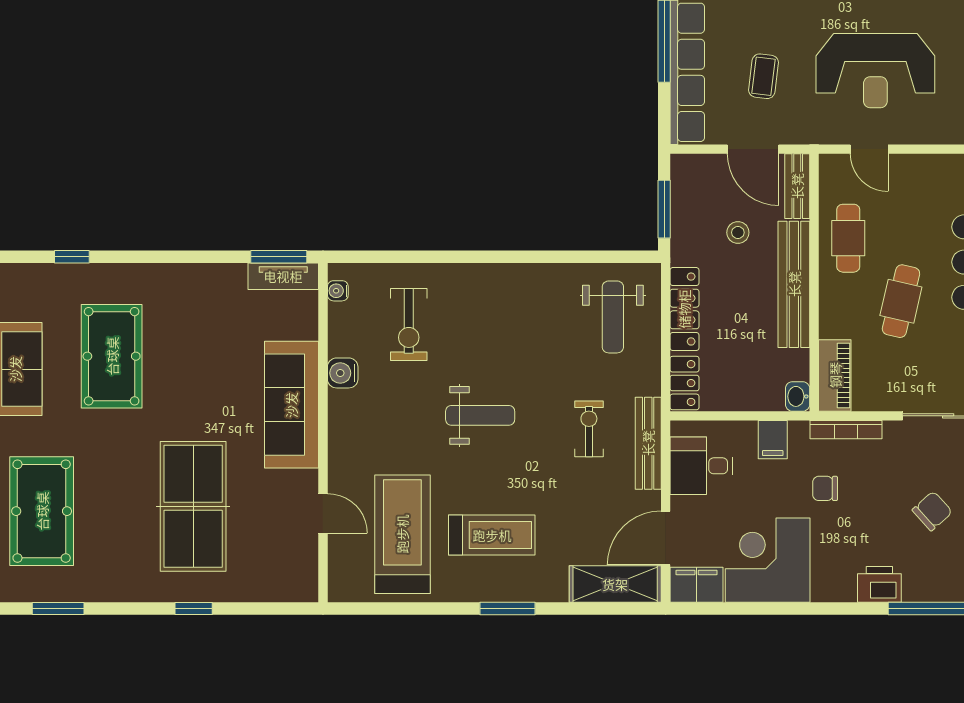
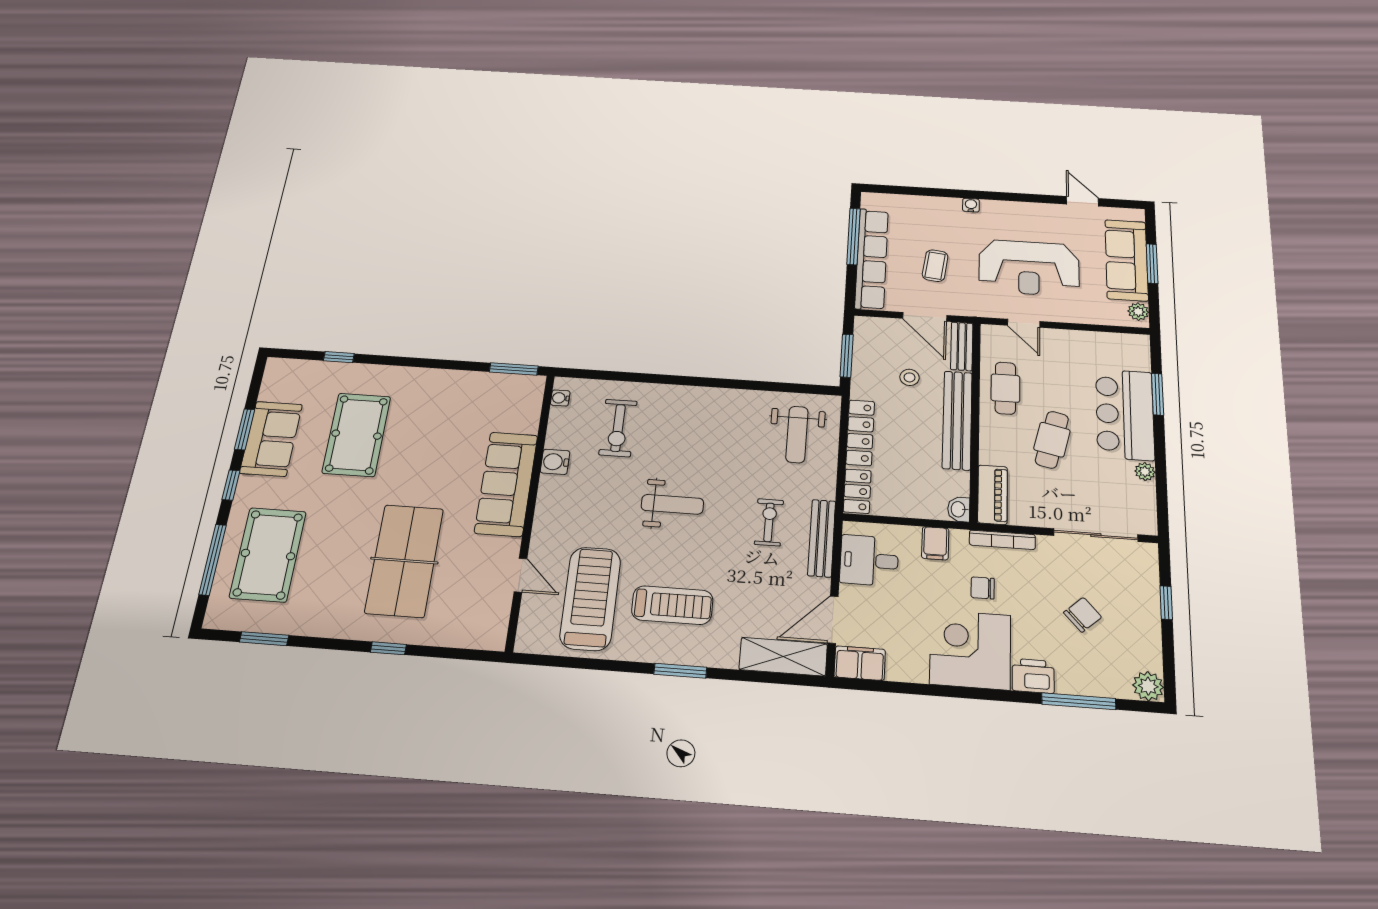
tv unit: (283, 276) -> (515, 384), removed
corner desk: (768, 560) -> (970, 650), moved

